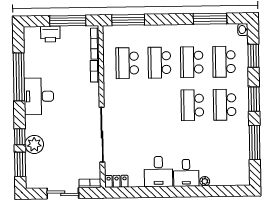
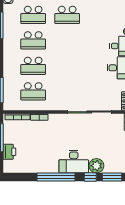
window: (19, 77) -> (56, 177), moved
desk: (39, 96) -> (74, 162), moved
school desk: (192, 105) -> (67, 40), removed

